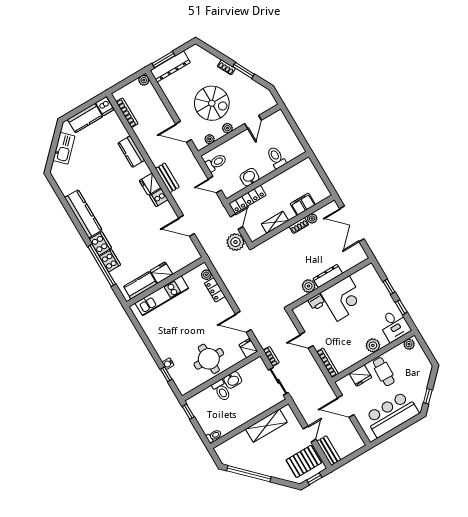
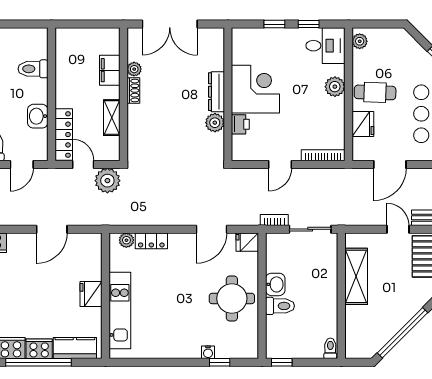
kitchen counter: (140, 285) -> (75, 348), moved, turned 90

